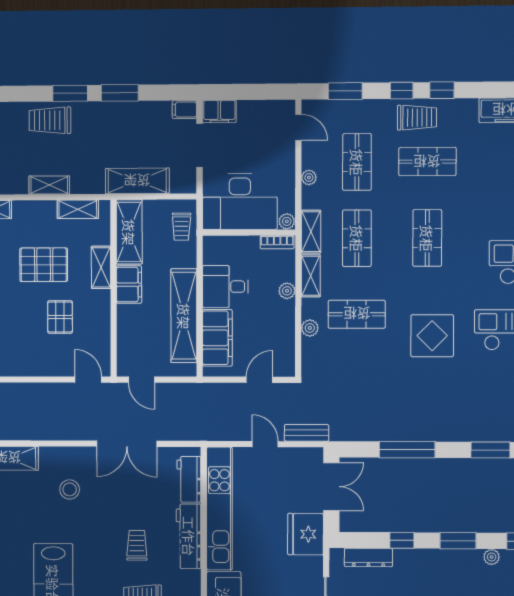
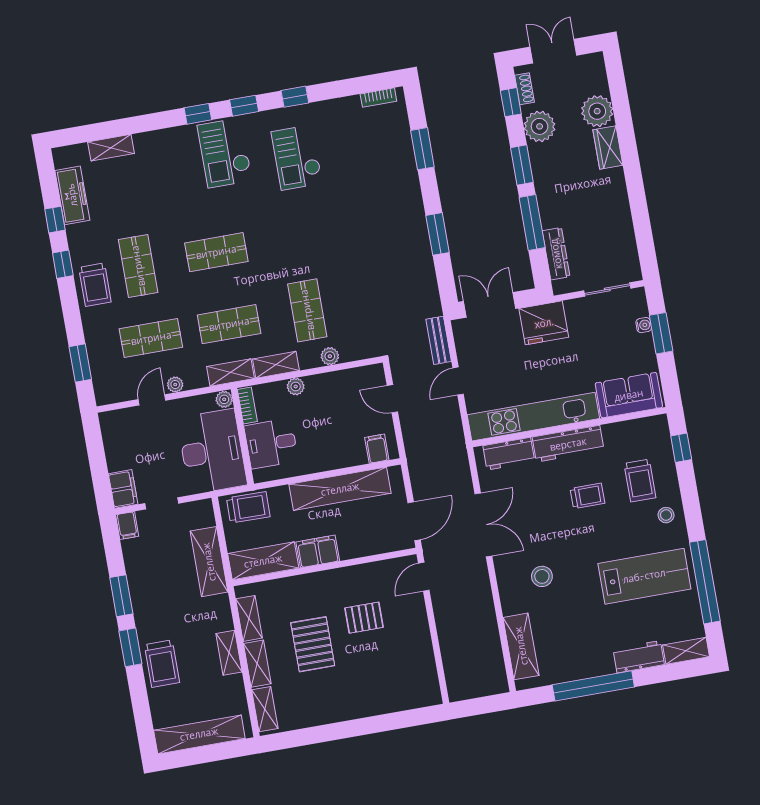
window: (402, 91) -> (55, 220), moved
trolley: (417, 118) -> (95, 285), turned 180
door: (298, 127) -> (152, 400), moved
doorway: (199, 146) -> (162, 503), width x0.73
trolley: (181, 227) -> (248, 507), width x1.36, depth x1.39
shelving: (101, 267) -> (257, 664), moved, turned 90
desk: (225, 287) -> (271, 443), moved, turned 90
display table: (432, 336) -> (316, 229), removed
filing cabinet: (217, 338) -> (377, 449), width x0.33, depth x0.86
door: (141, 380) -> (414, 521), width x1.38
window: (407, 450) -> (437, 234), width x0.69
window: (402, 540) -> (532, 223), width x2.17
trolley: (137, 545) -> (587, 496), turned 180
plant: (492, 557) -> (540, 126), width x1.88, depth x1.88

